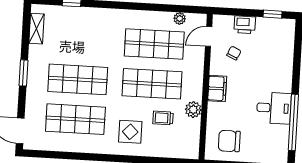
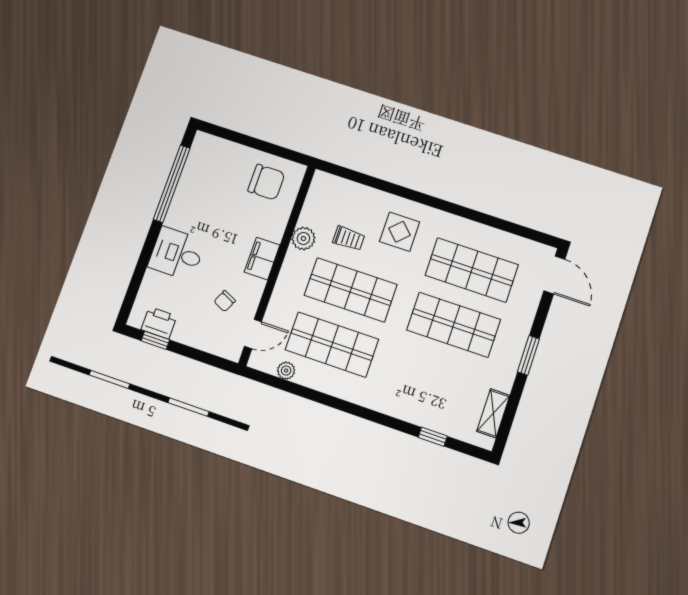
printer: (245, 25) -> (159, 323), moved
desk: (274, 108) -> (177, 254), moved

